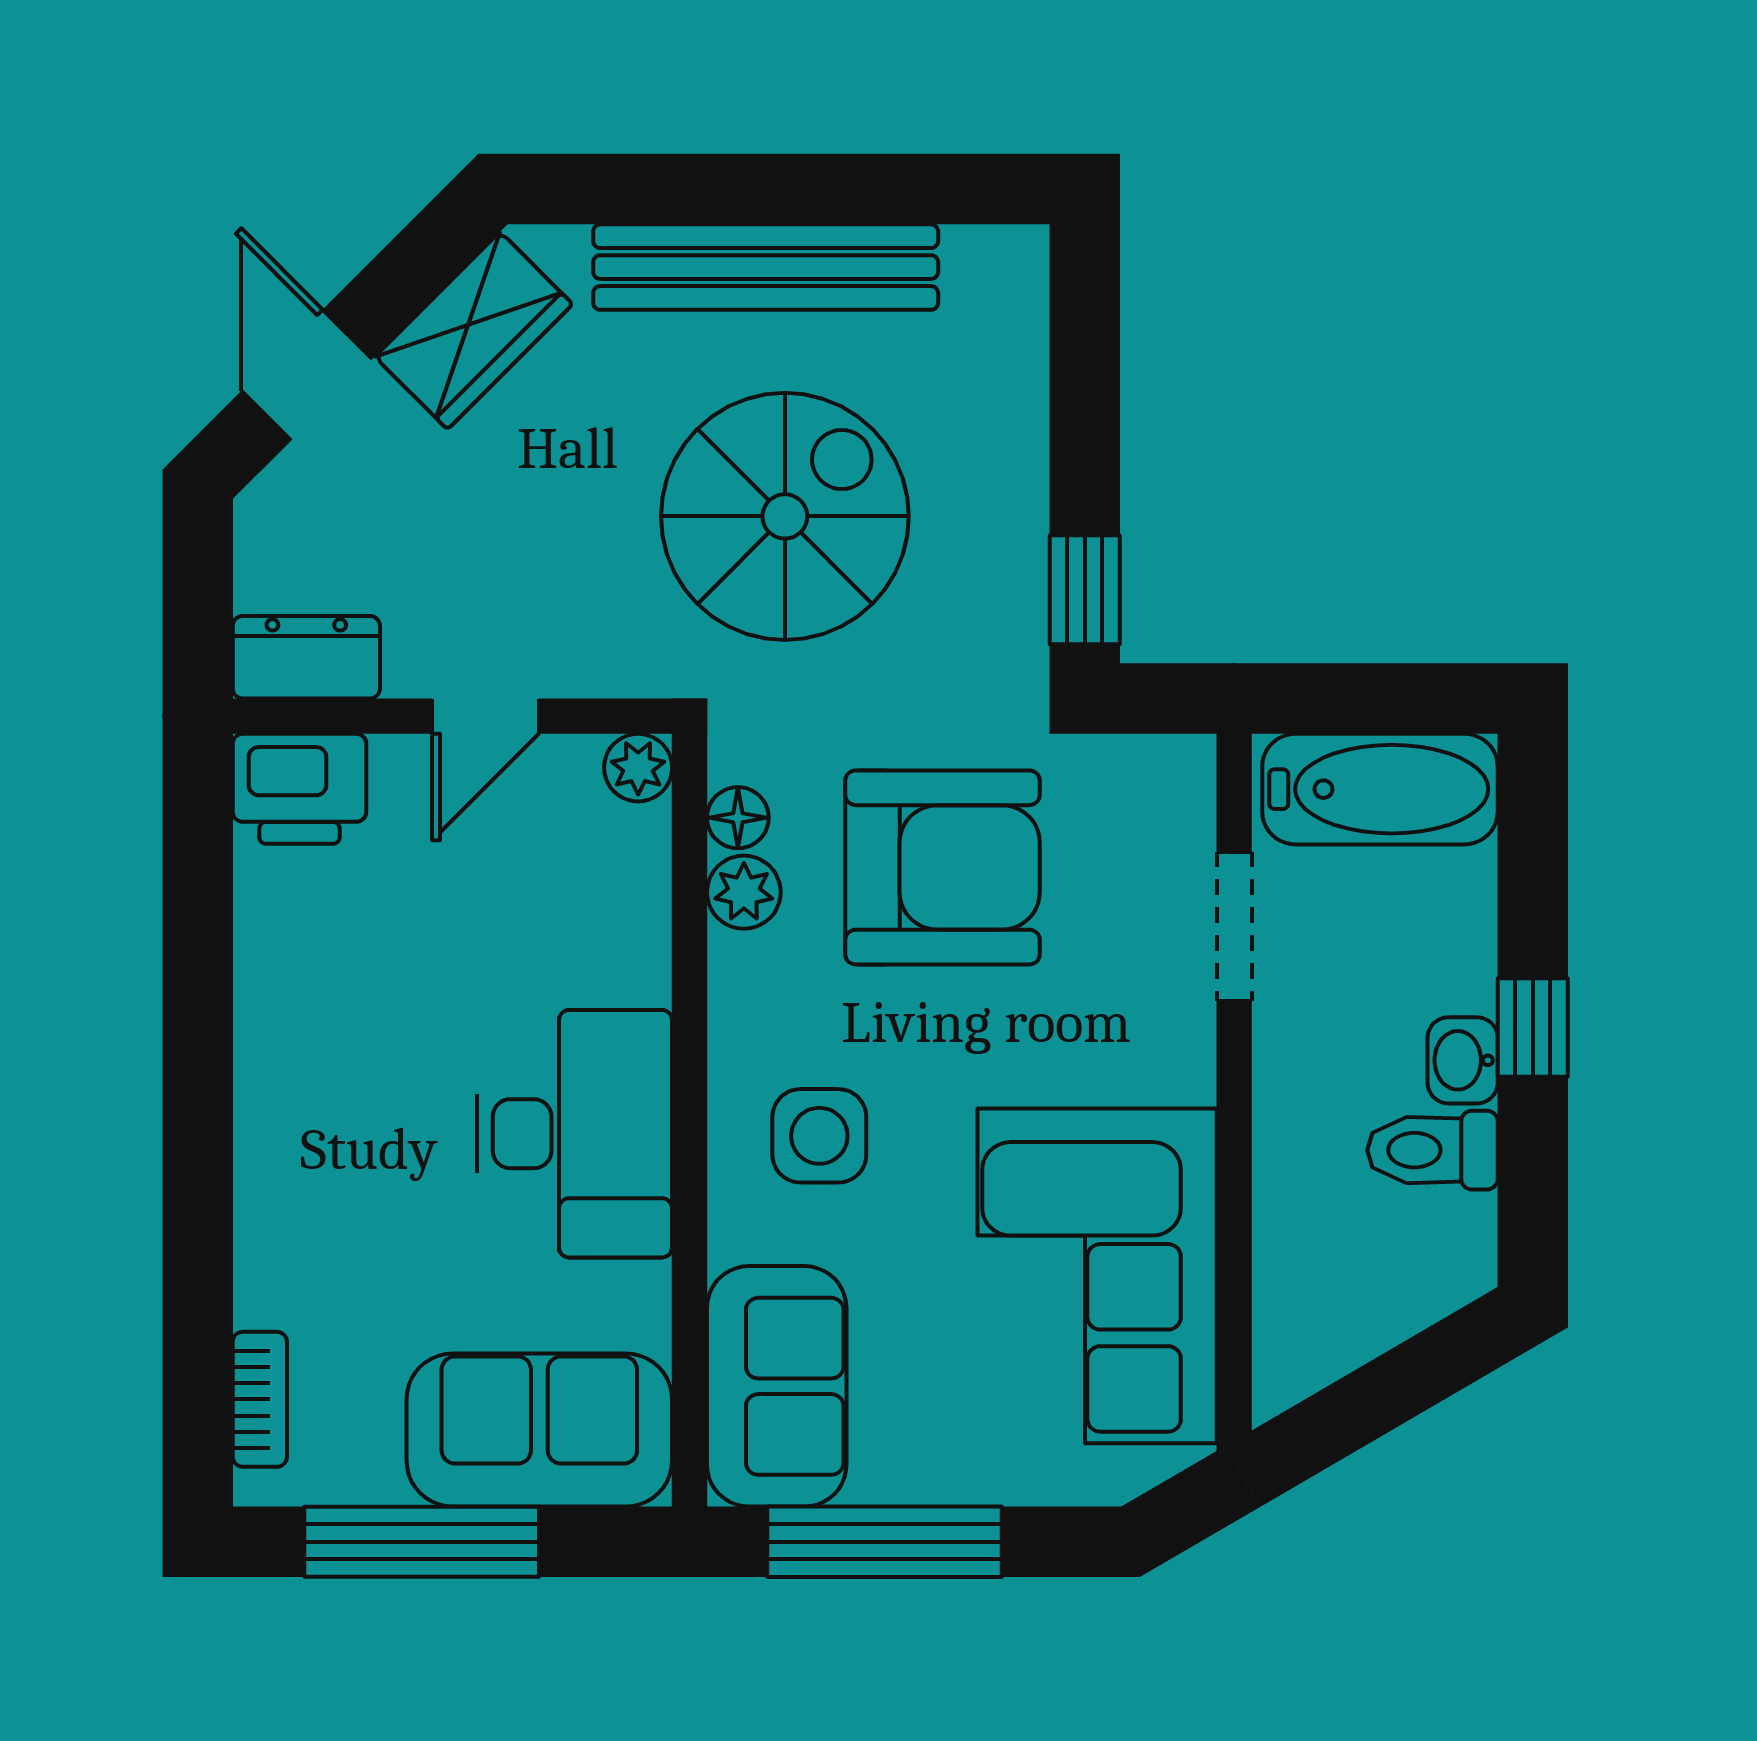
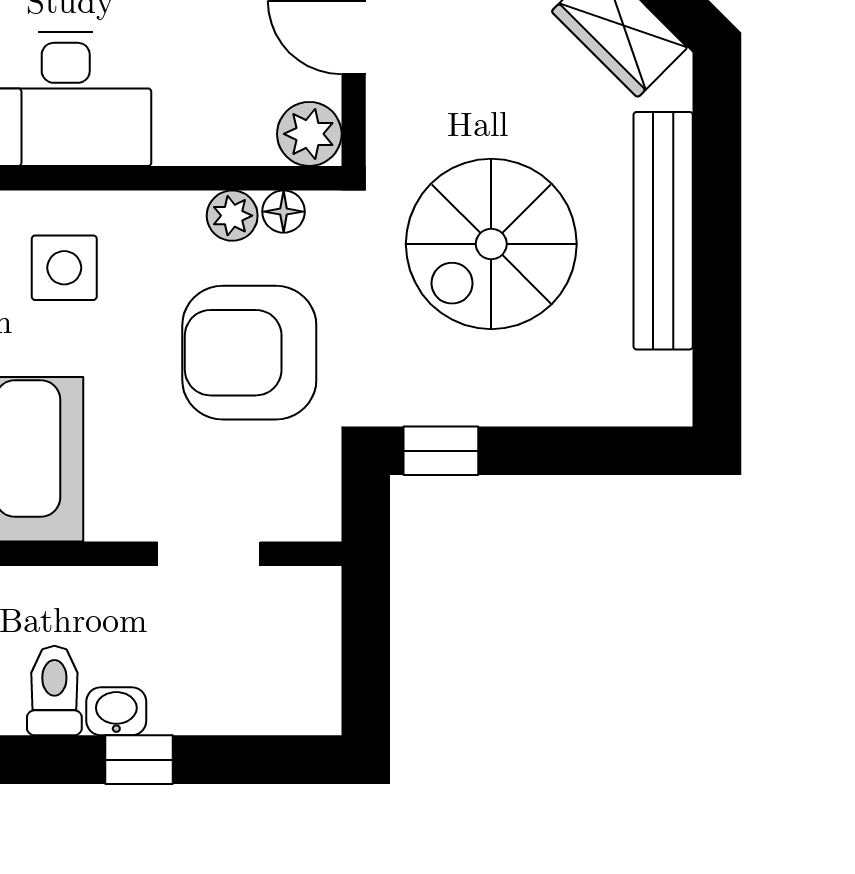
spiral stairs: (785, 516) -> (491, 244), turned 90
plant: (638, 768) -> (309, 134), width x1.38, depth x1.38
bathtub: (1380, 789) -> (303, 654), removed
armchair: (942, 867) -> (249, 353), turned 90

